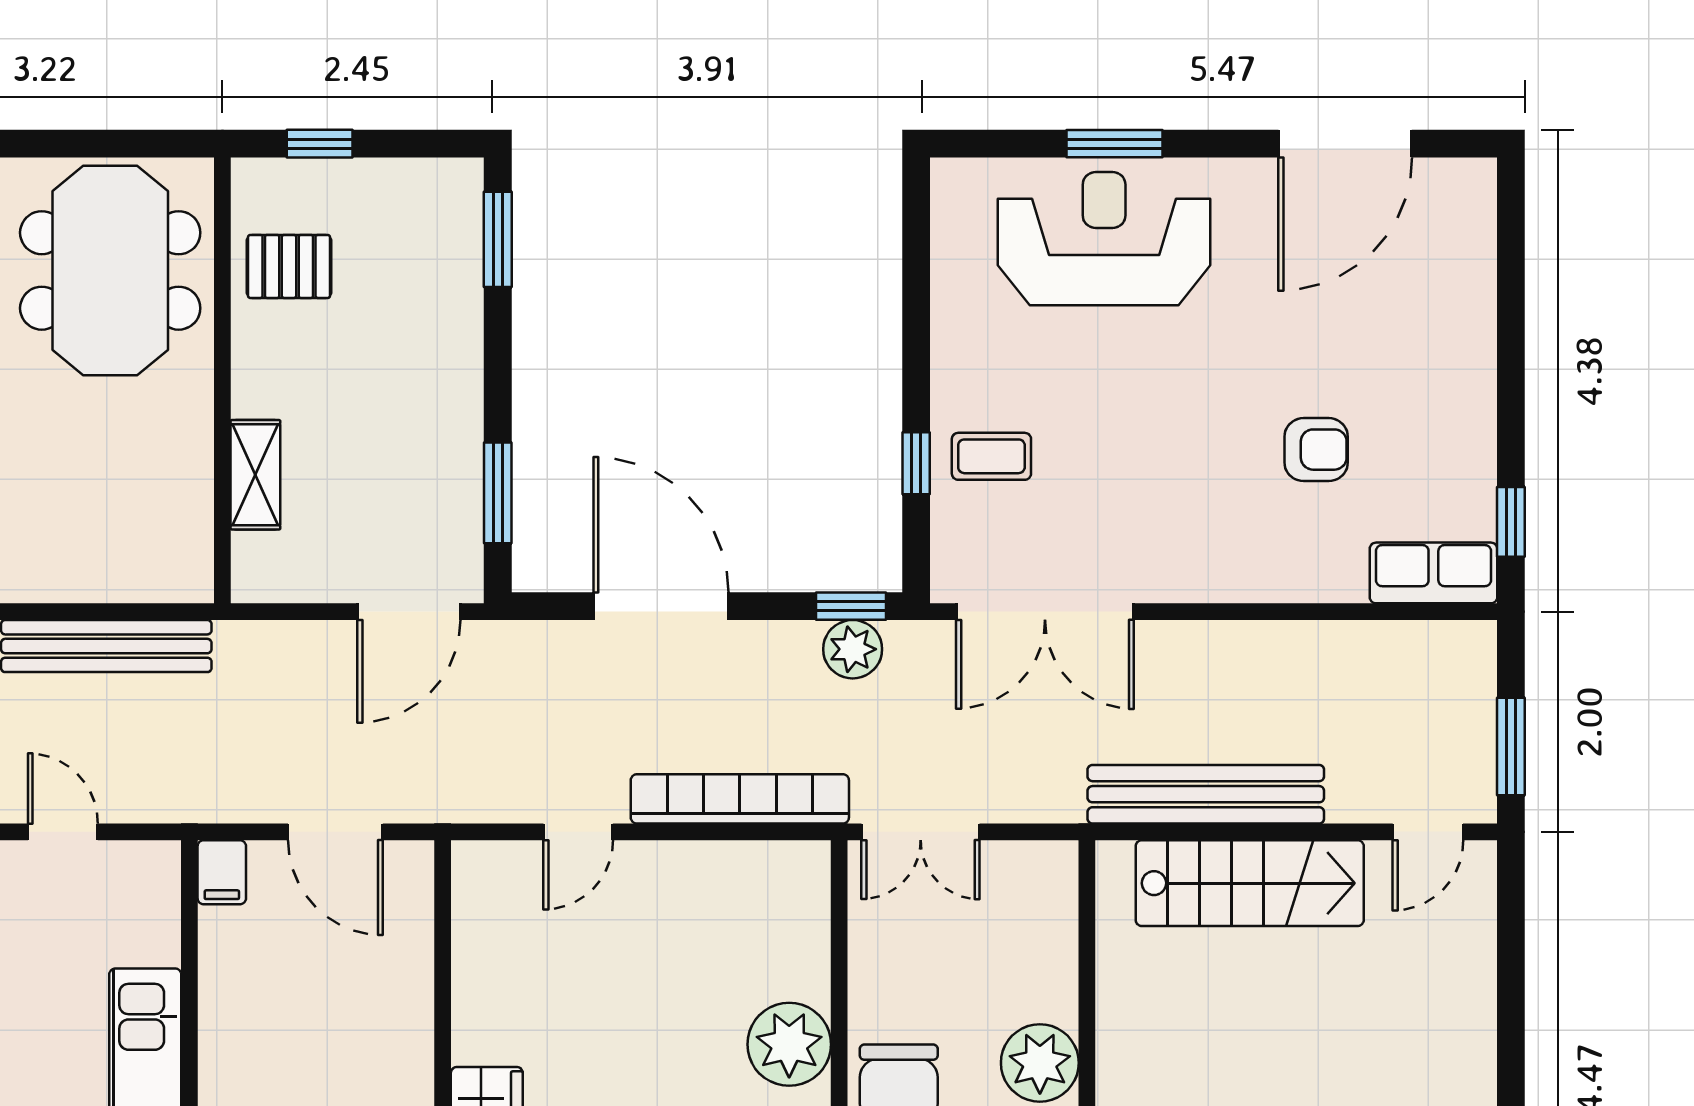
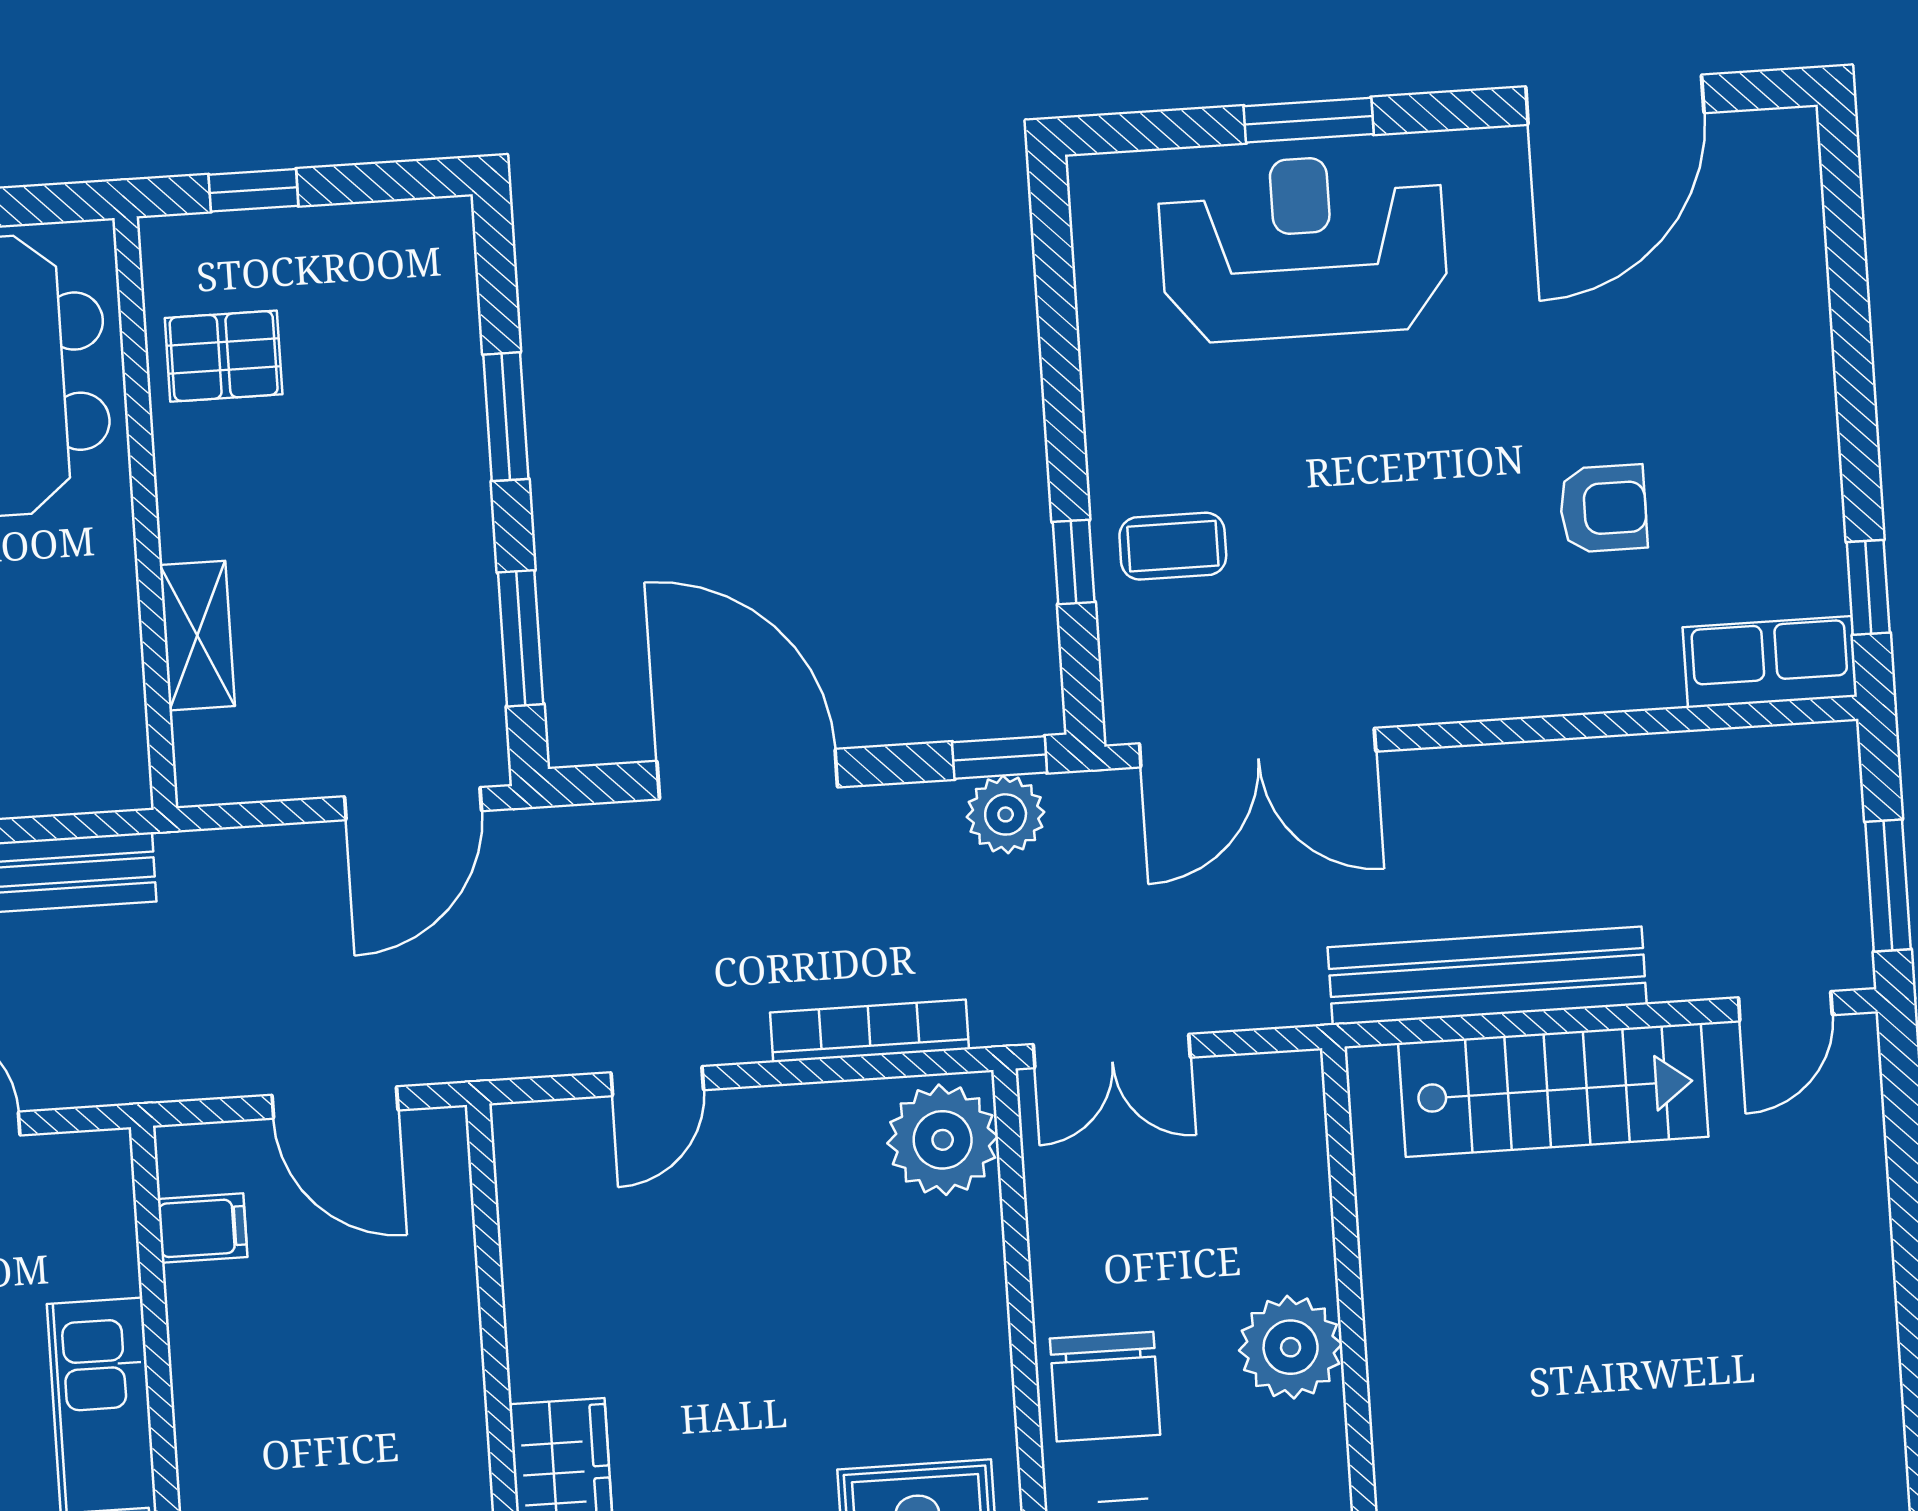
window: (498, 239) -> (506, 417), moved
bookcase: (740, 799) -> (869, 1031), width x0.68, depth x0.76
filing cabinet: (222, 872) -> (203, 1228), moved, turned -90
plant: (789, 1044) -> (943, 1140), moved

